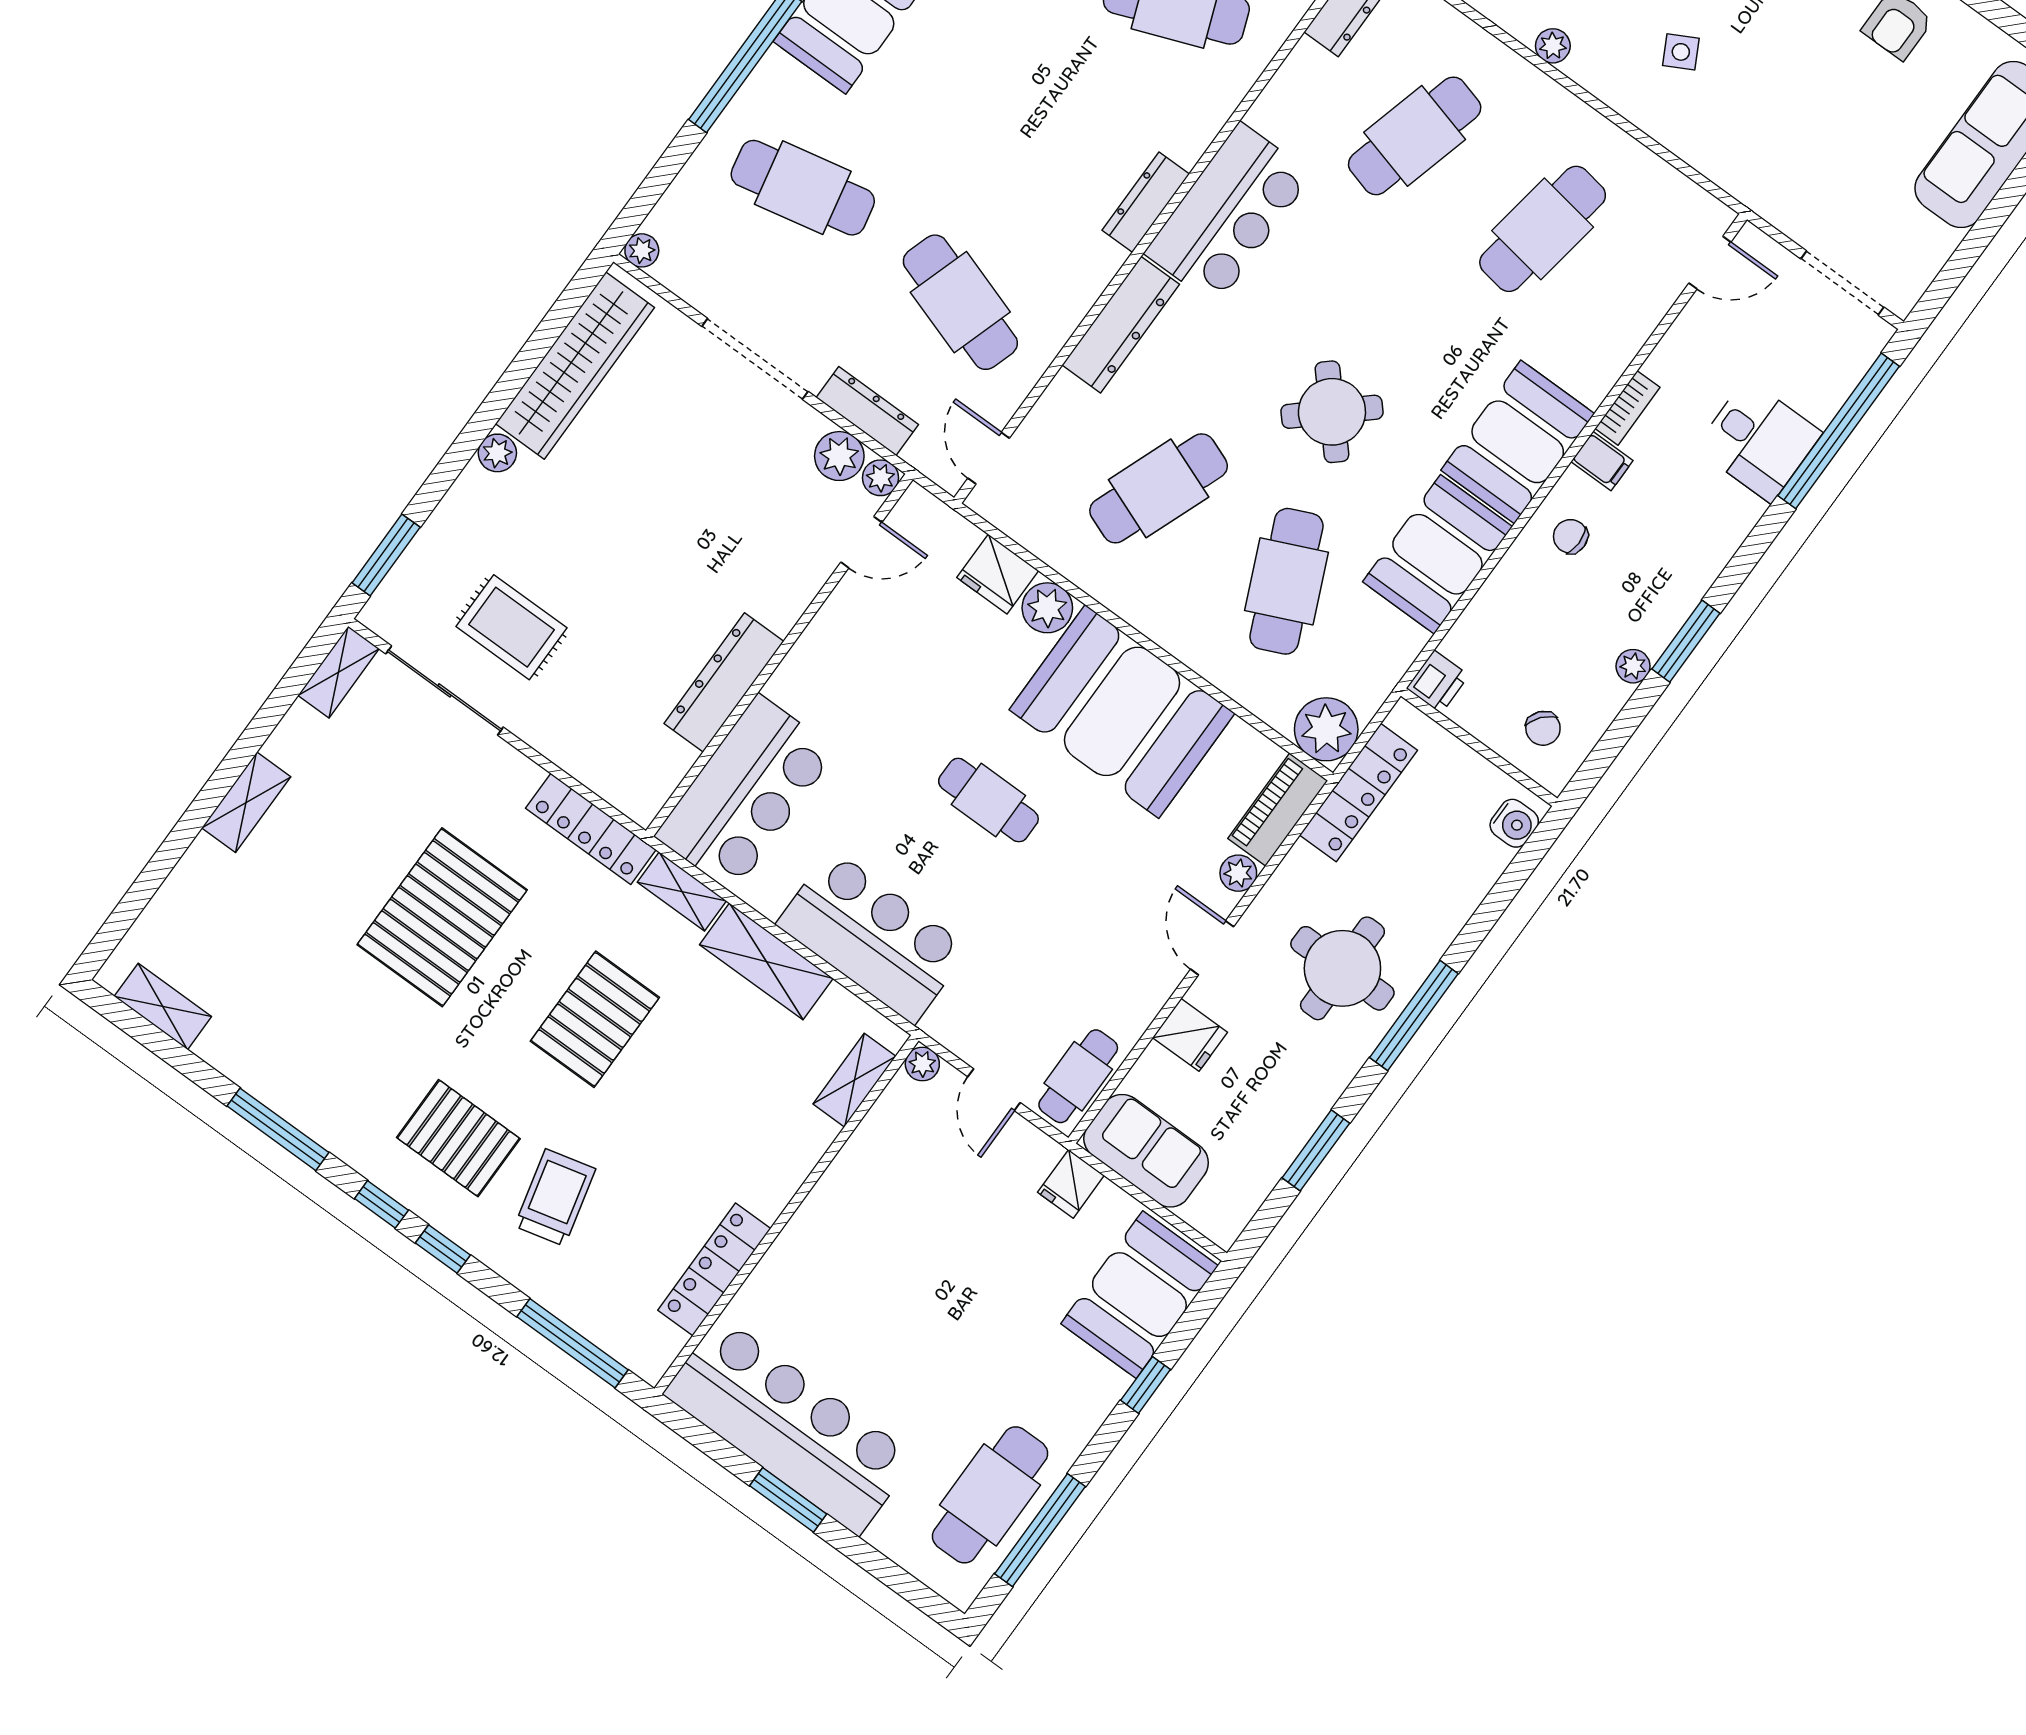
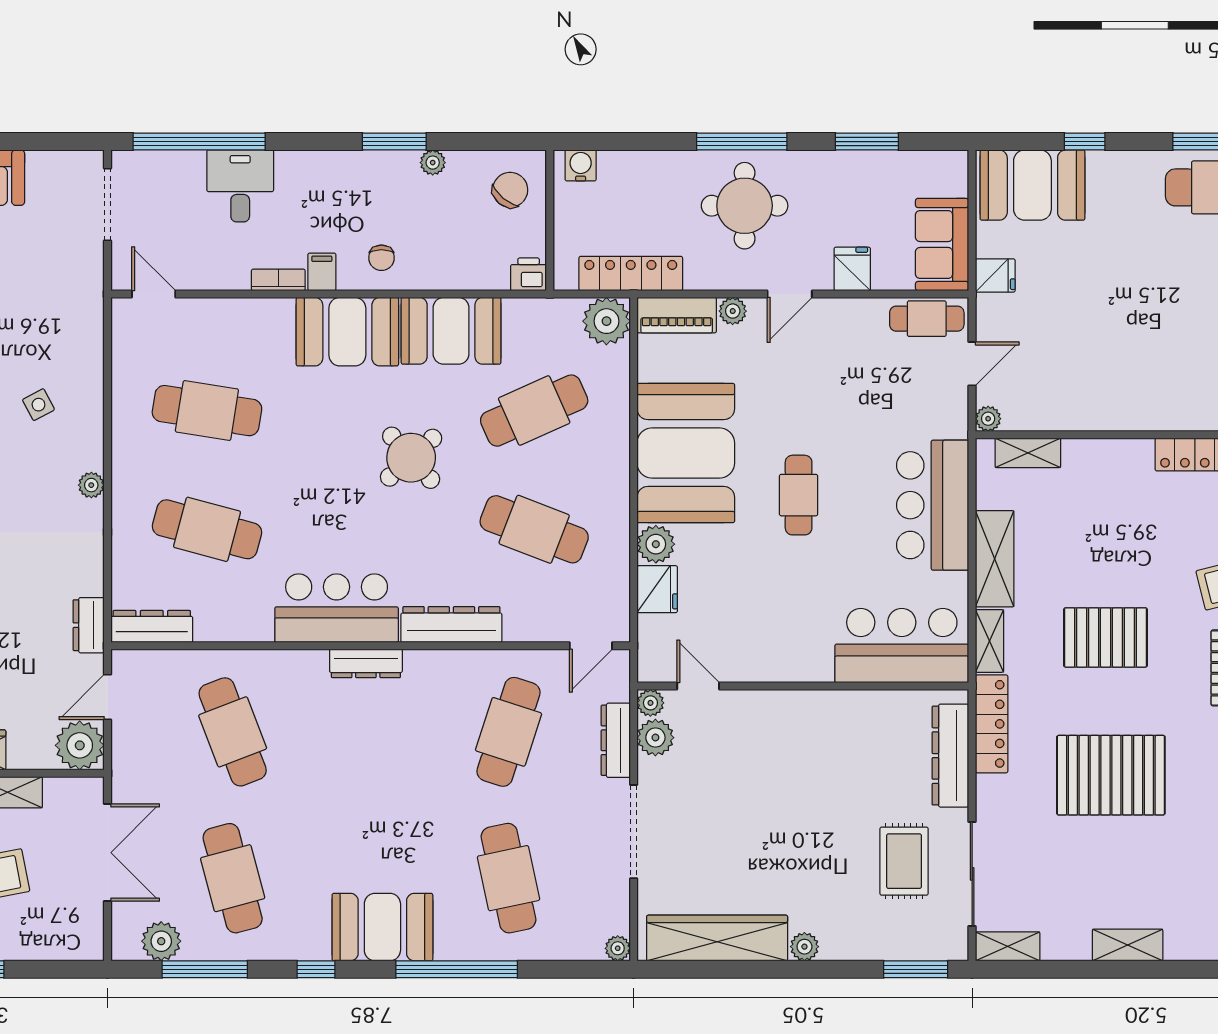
dresser: (724, 682) -> (950, 756), moved, turned 90
chair: (1543, 728) -> (510, 190), width x1.37, depth x1.37

